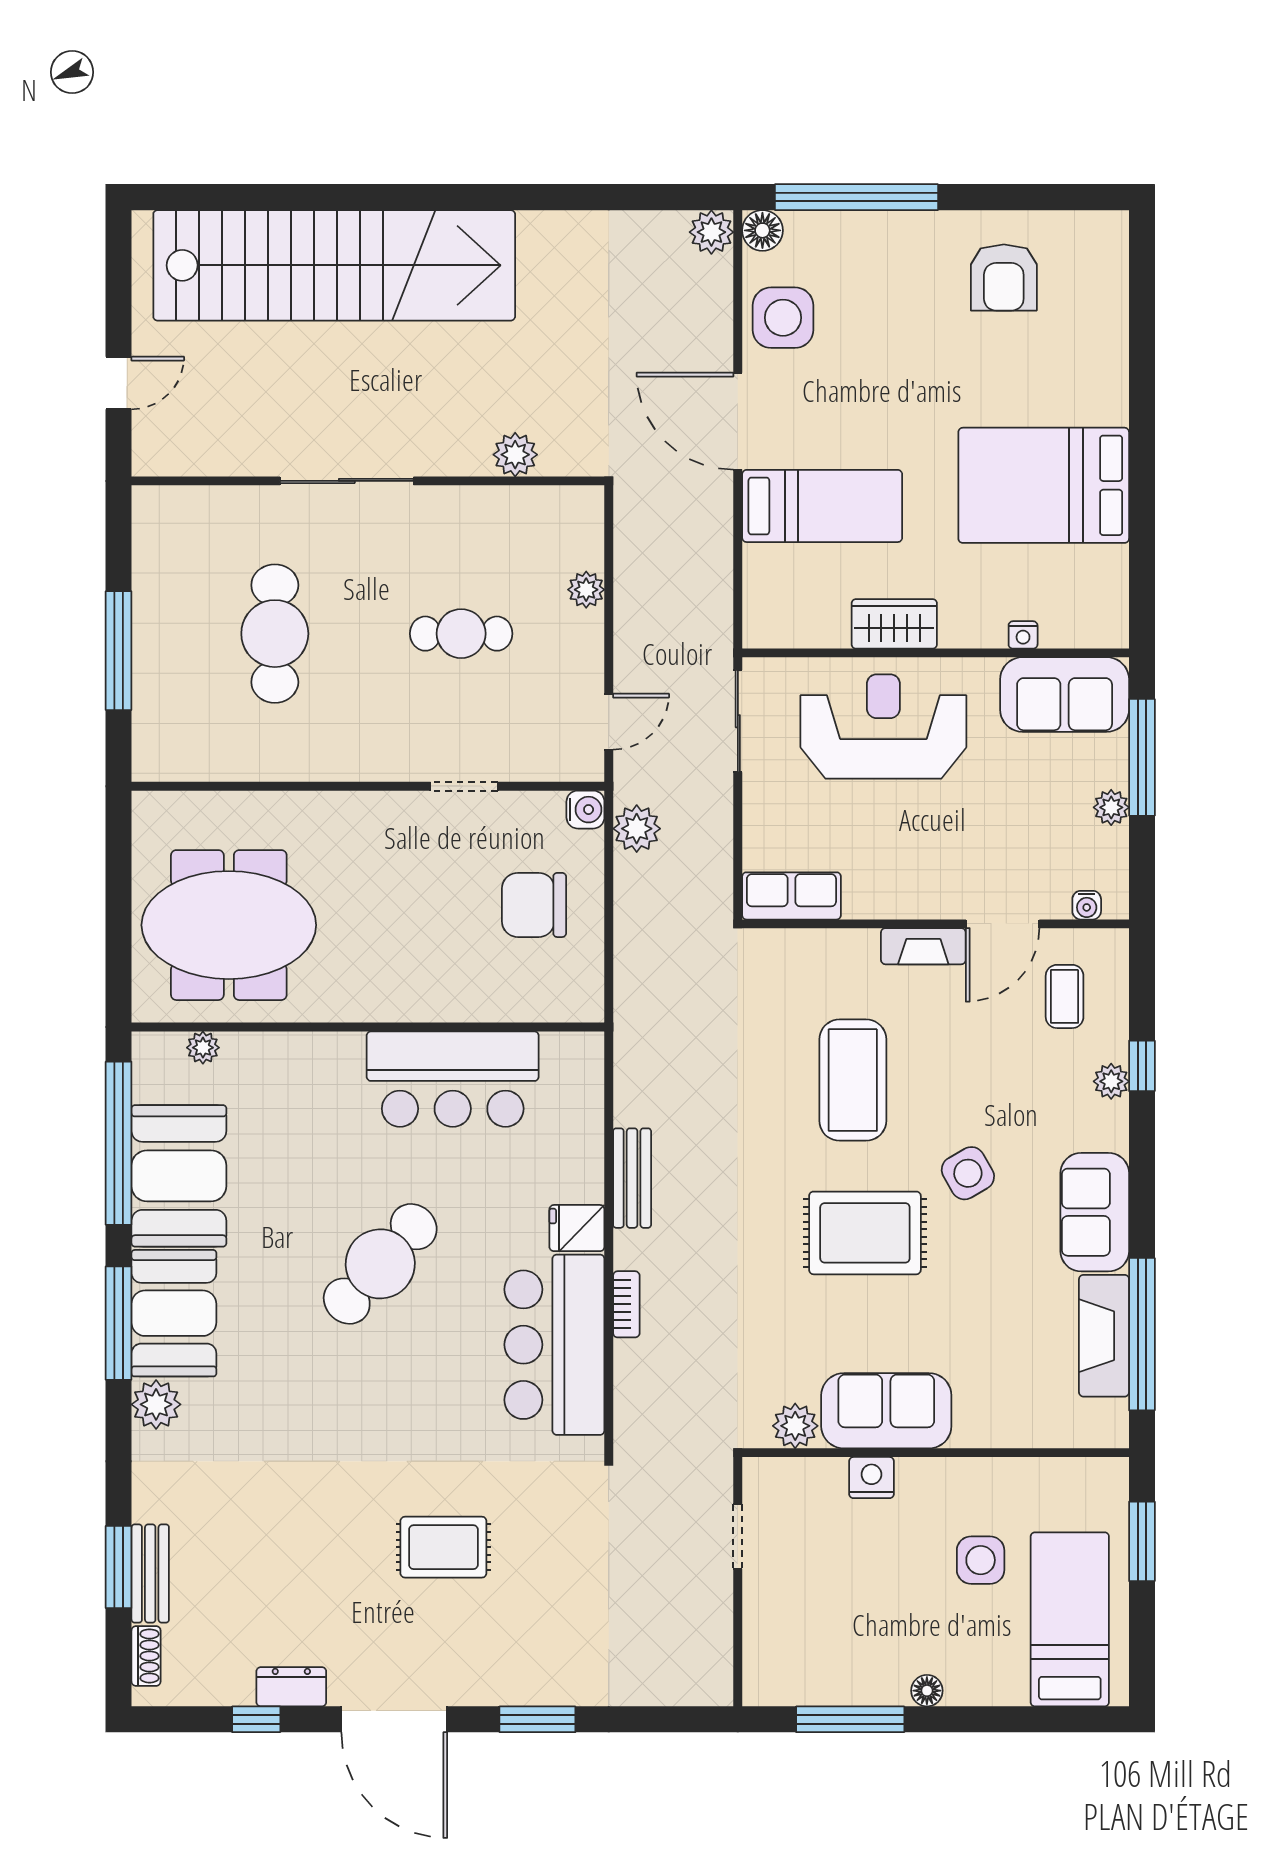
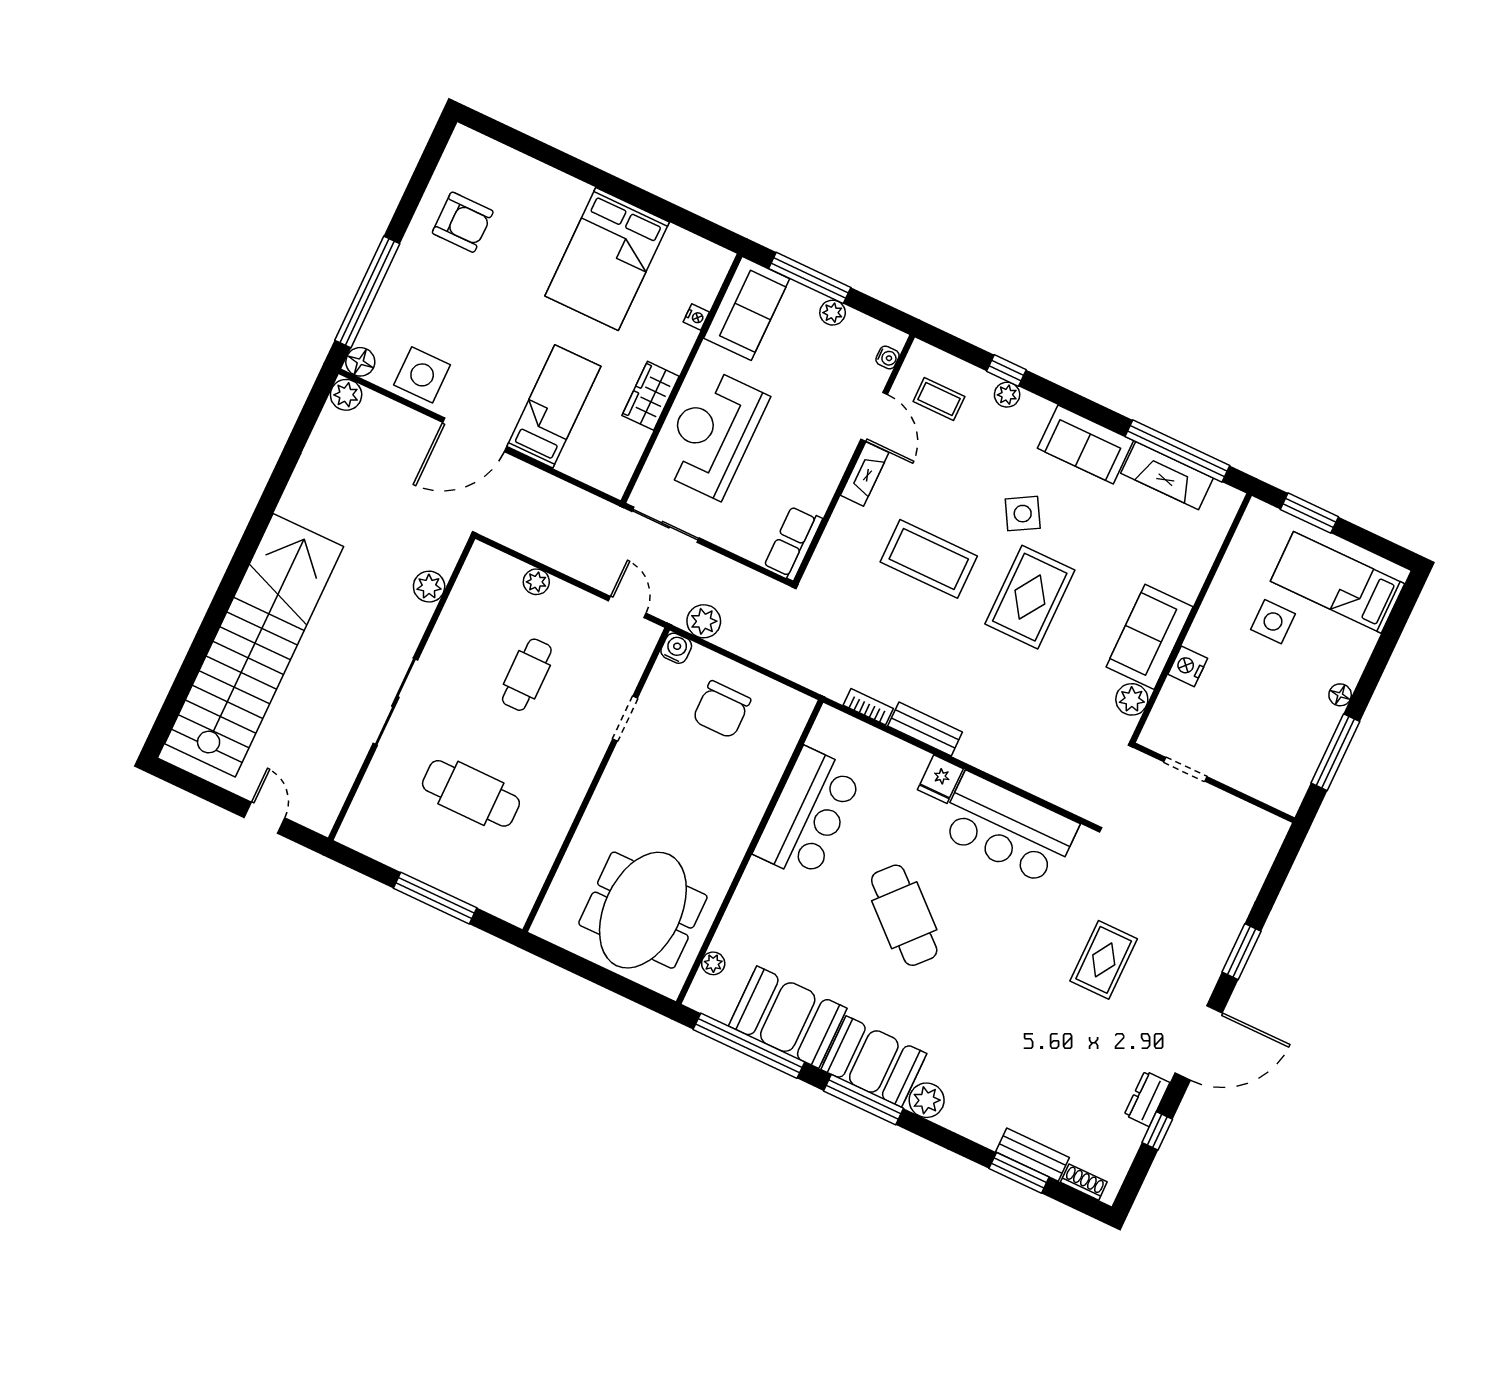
bookcase: (626, 1304) -> (868, 707), moved

